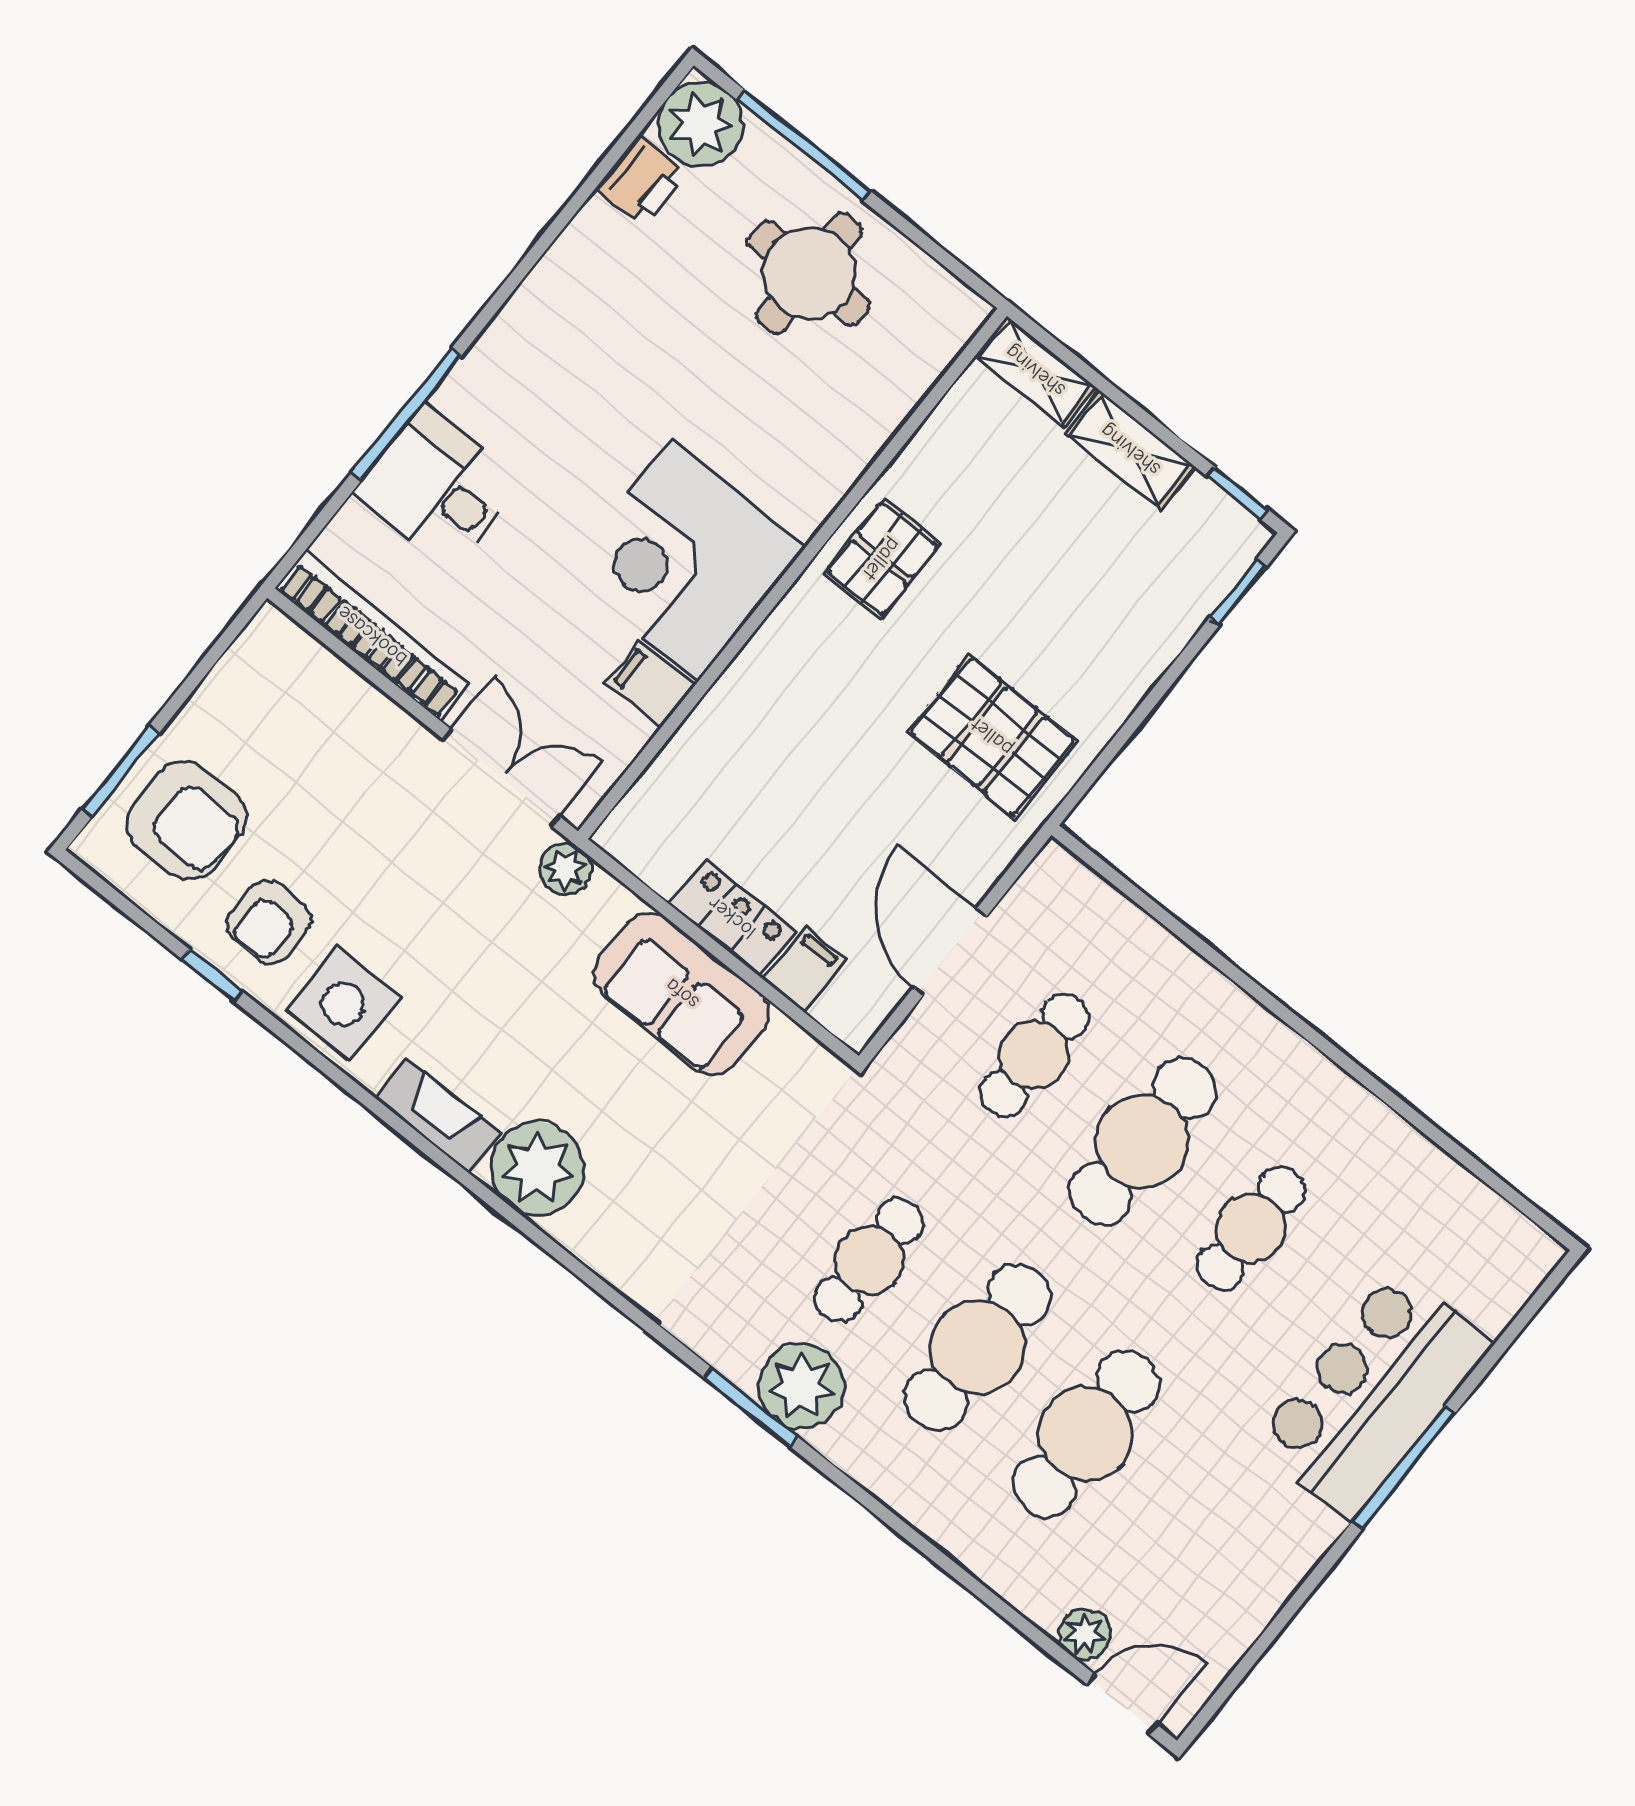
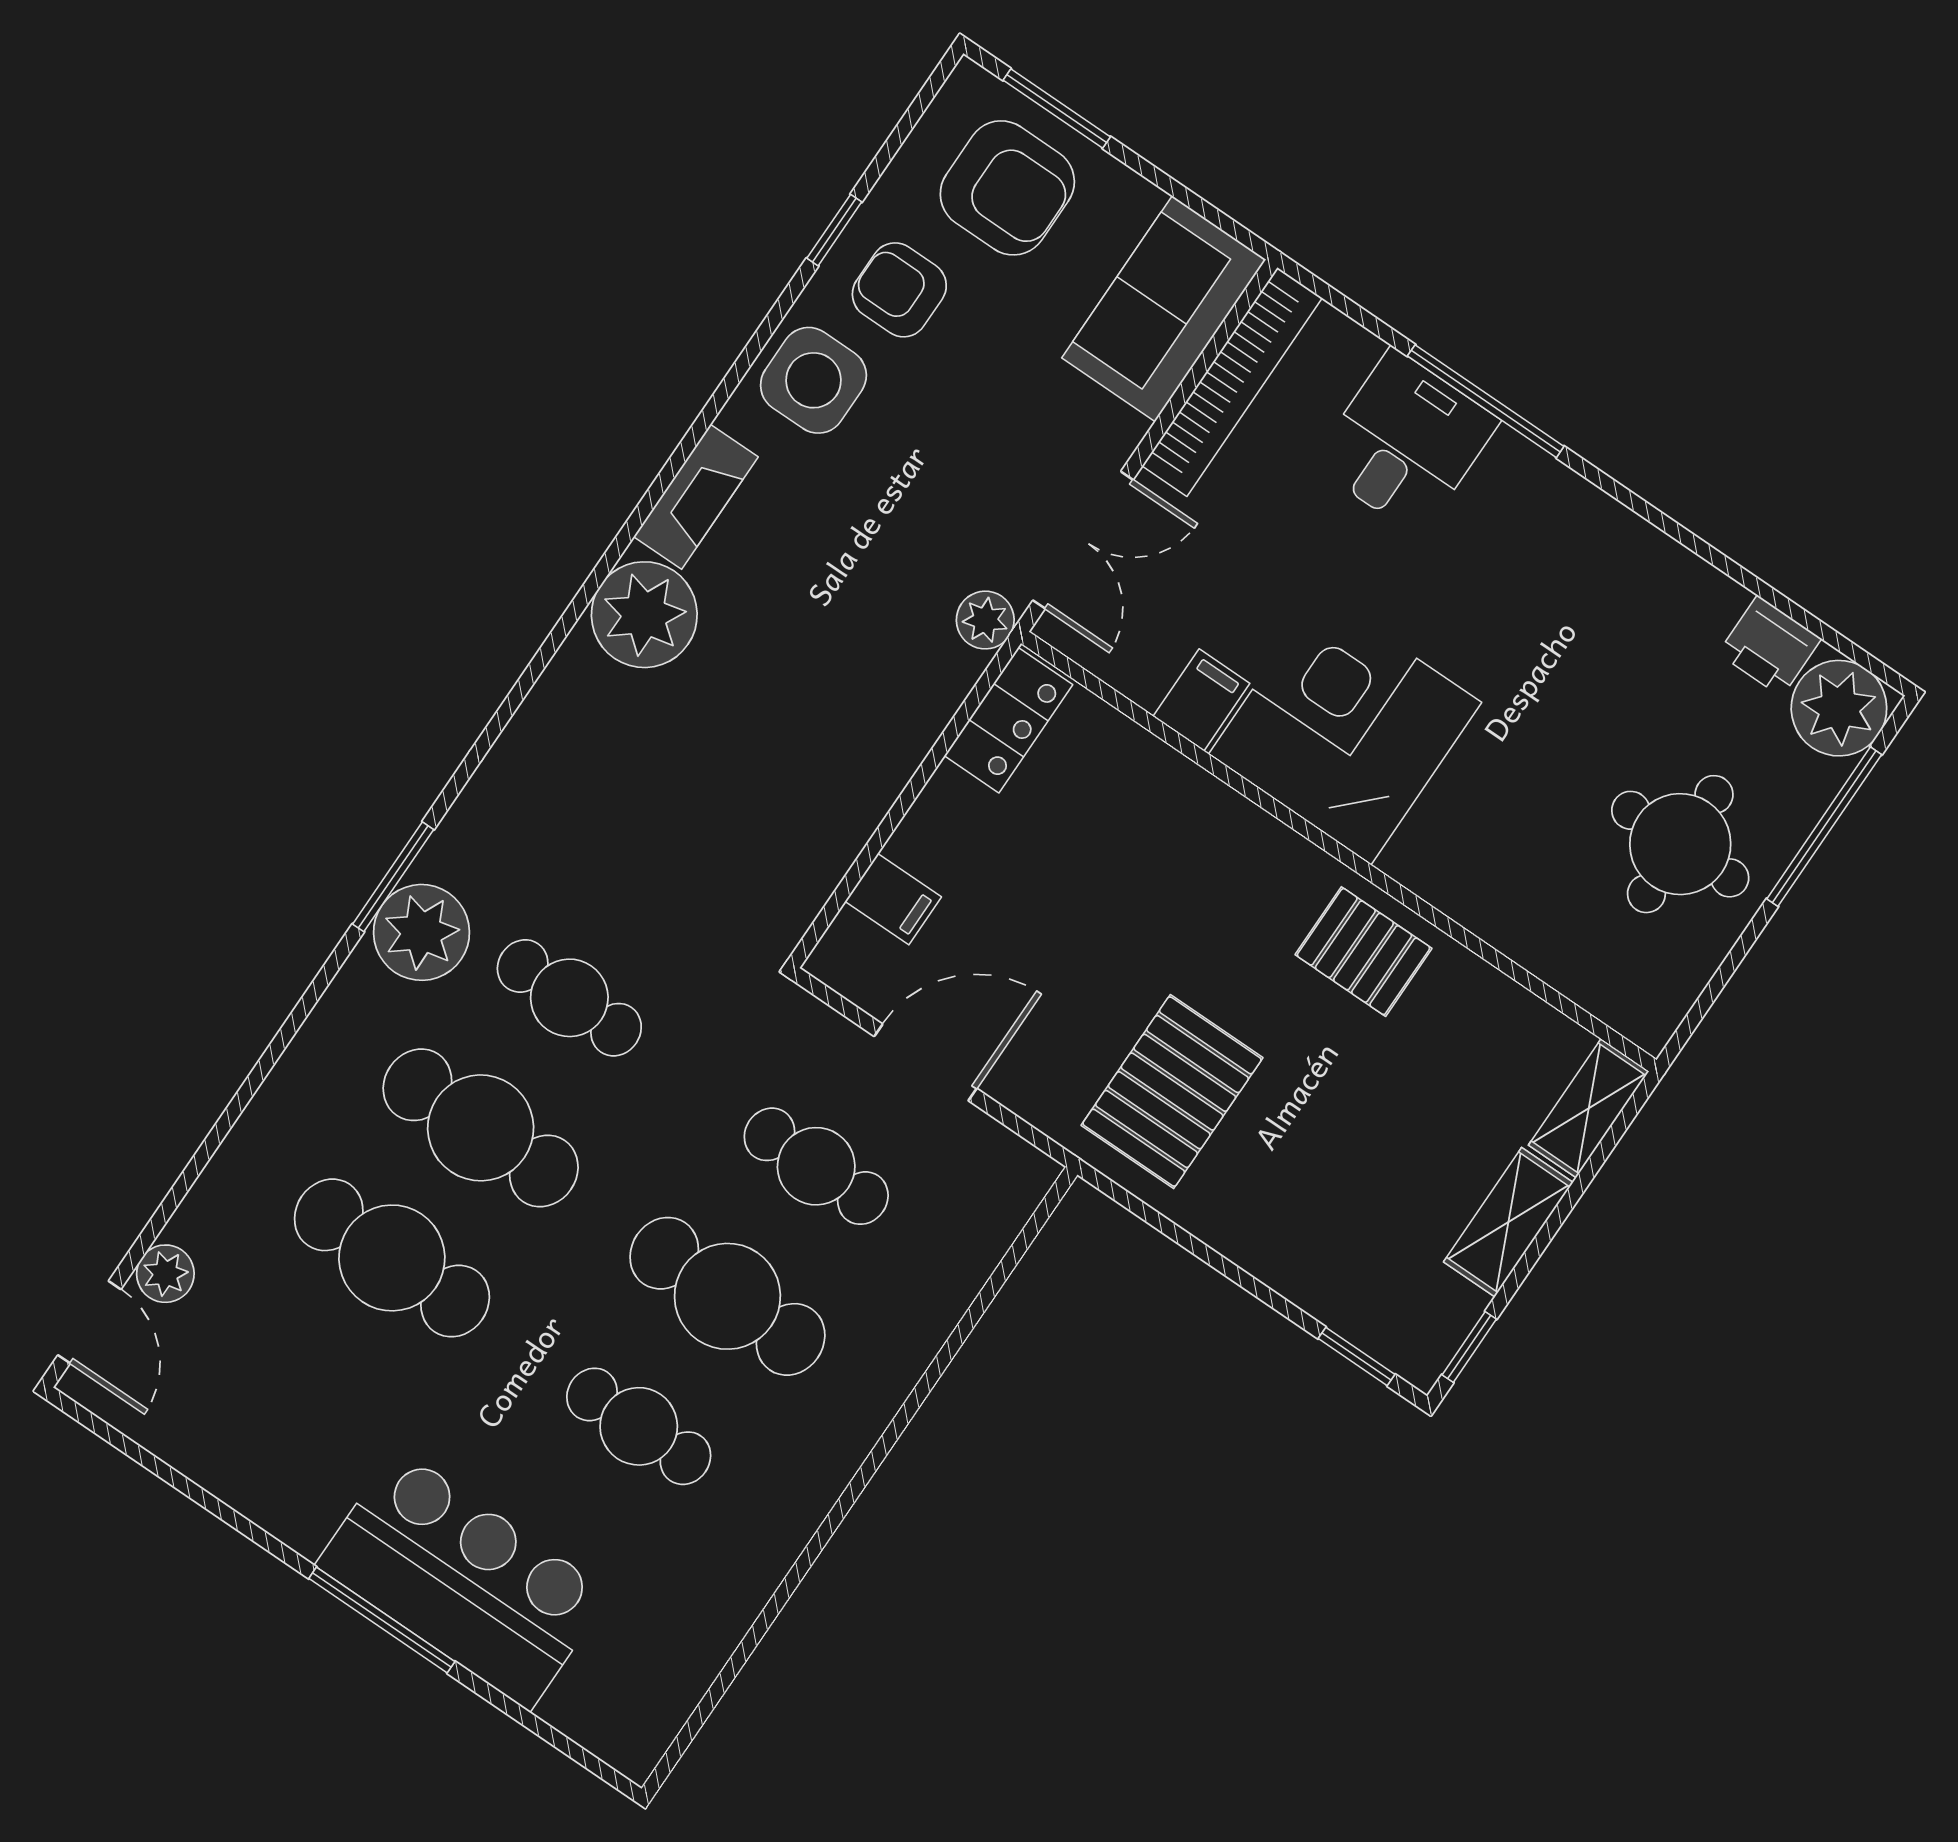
armchair: (187, 820) -> (1007, 188), turned -90
locker: (732, 918) -> (1008, 720), moved
sofa: (682, 994) -> (1164, 309), moved

